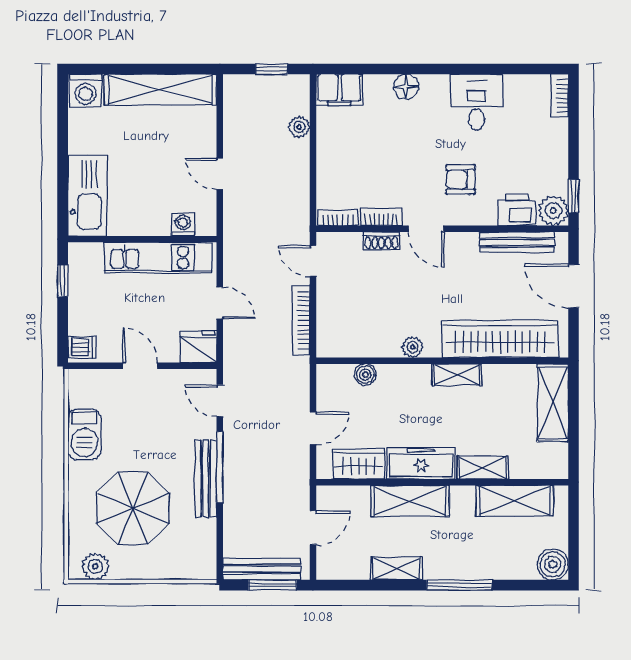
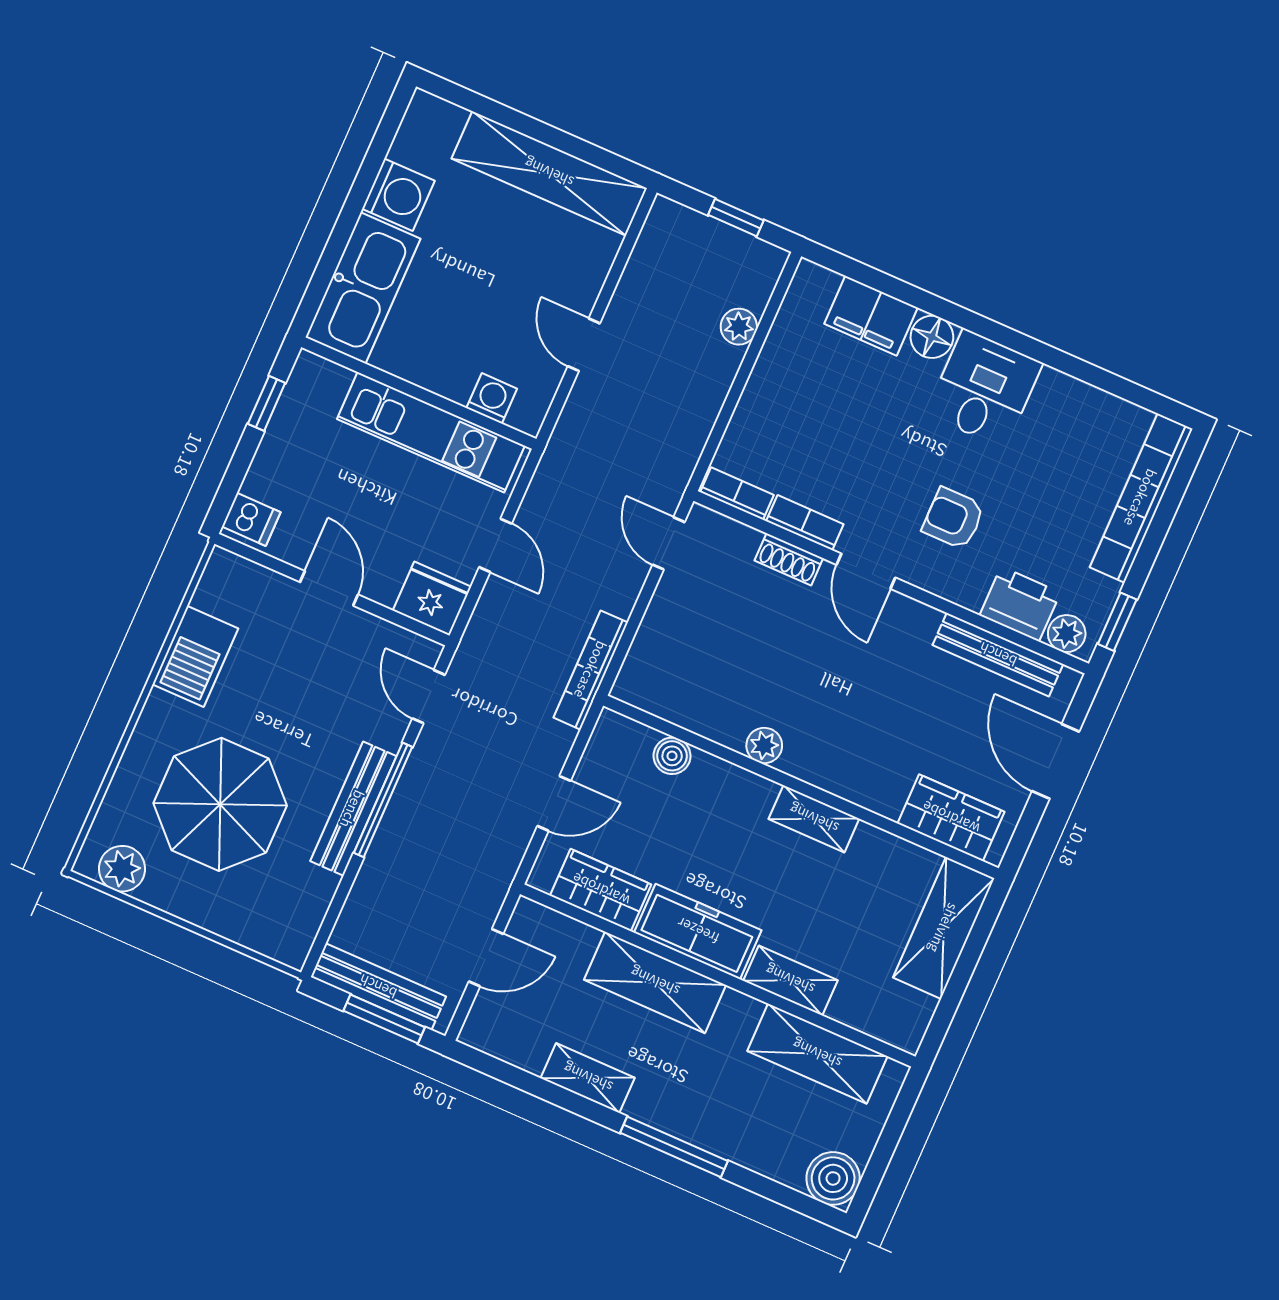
washing machine: (86, 90) -> (398, 195), moved, turned -90
filing cabinet: (339, 90) -> (871, 316), moved
bookcase: (560, 96) -> (1141, 498), width x2.31, depth x1.31
desk: (477, 102) -> (984, 389), moved
plant: (553, 211) -> (1067, 634), width x0.73, depth x0.73
bookcase: (301, 320) -> (591, 670), moved
wardrobe: (500, 339) -> (951, 818), width x0.48, depth x0.85

